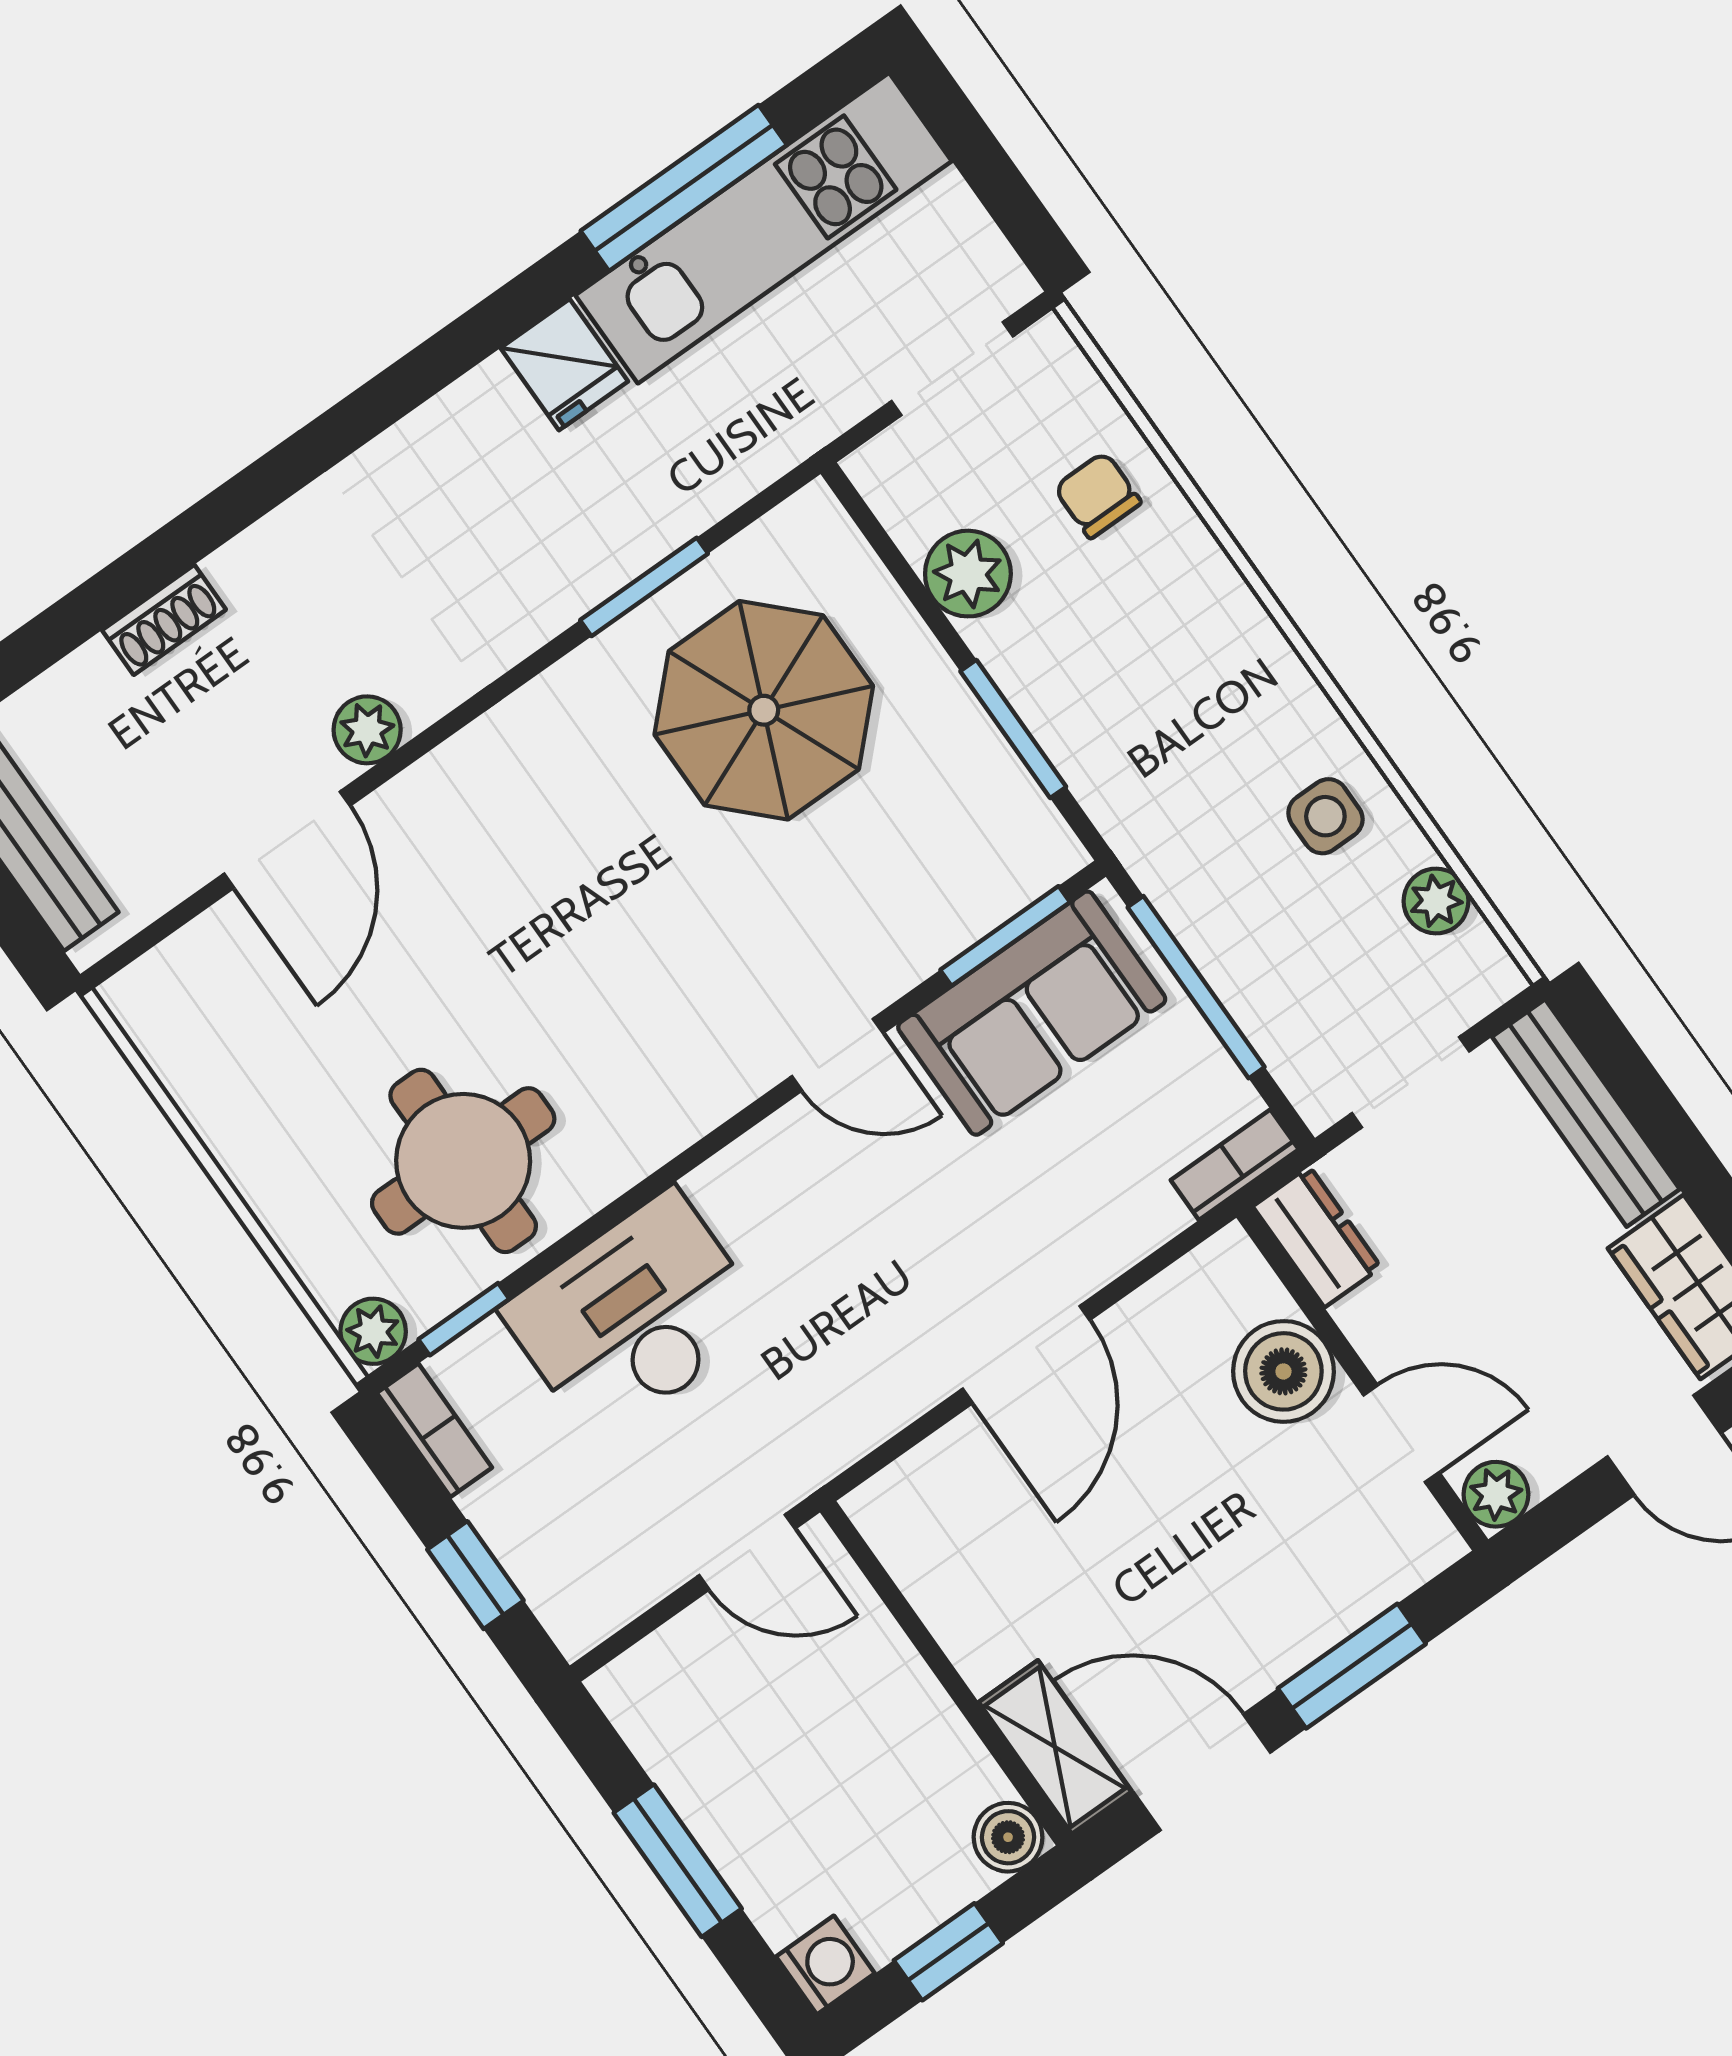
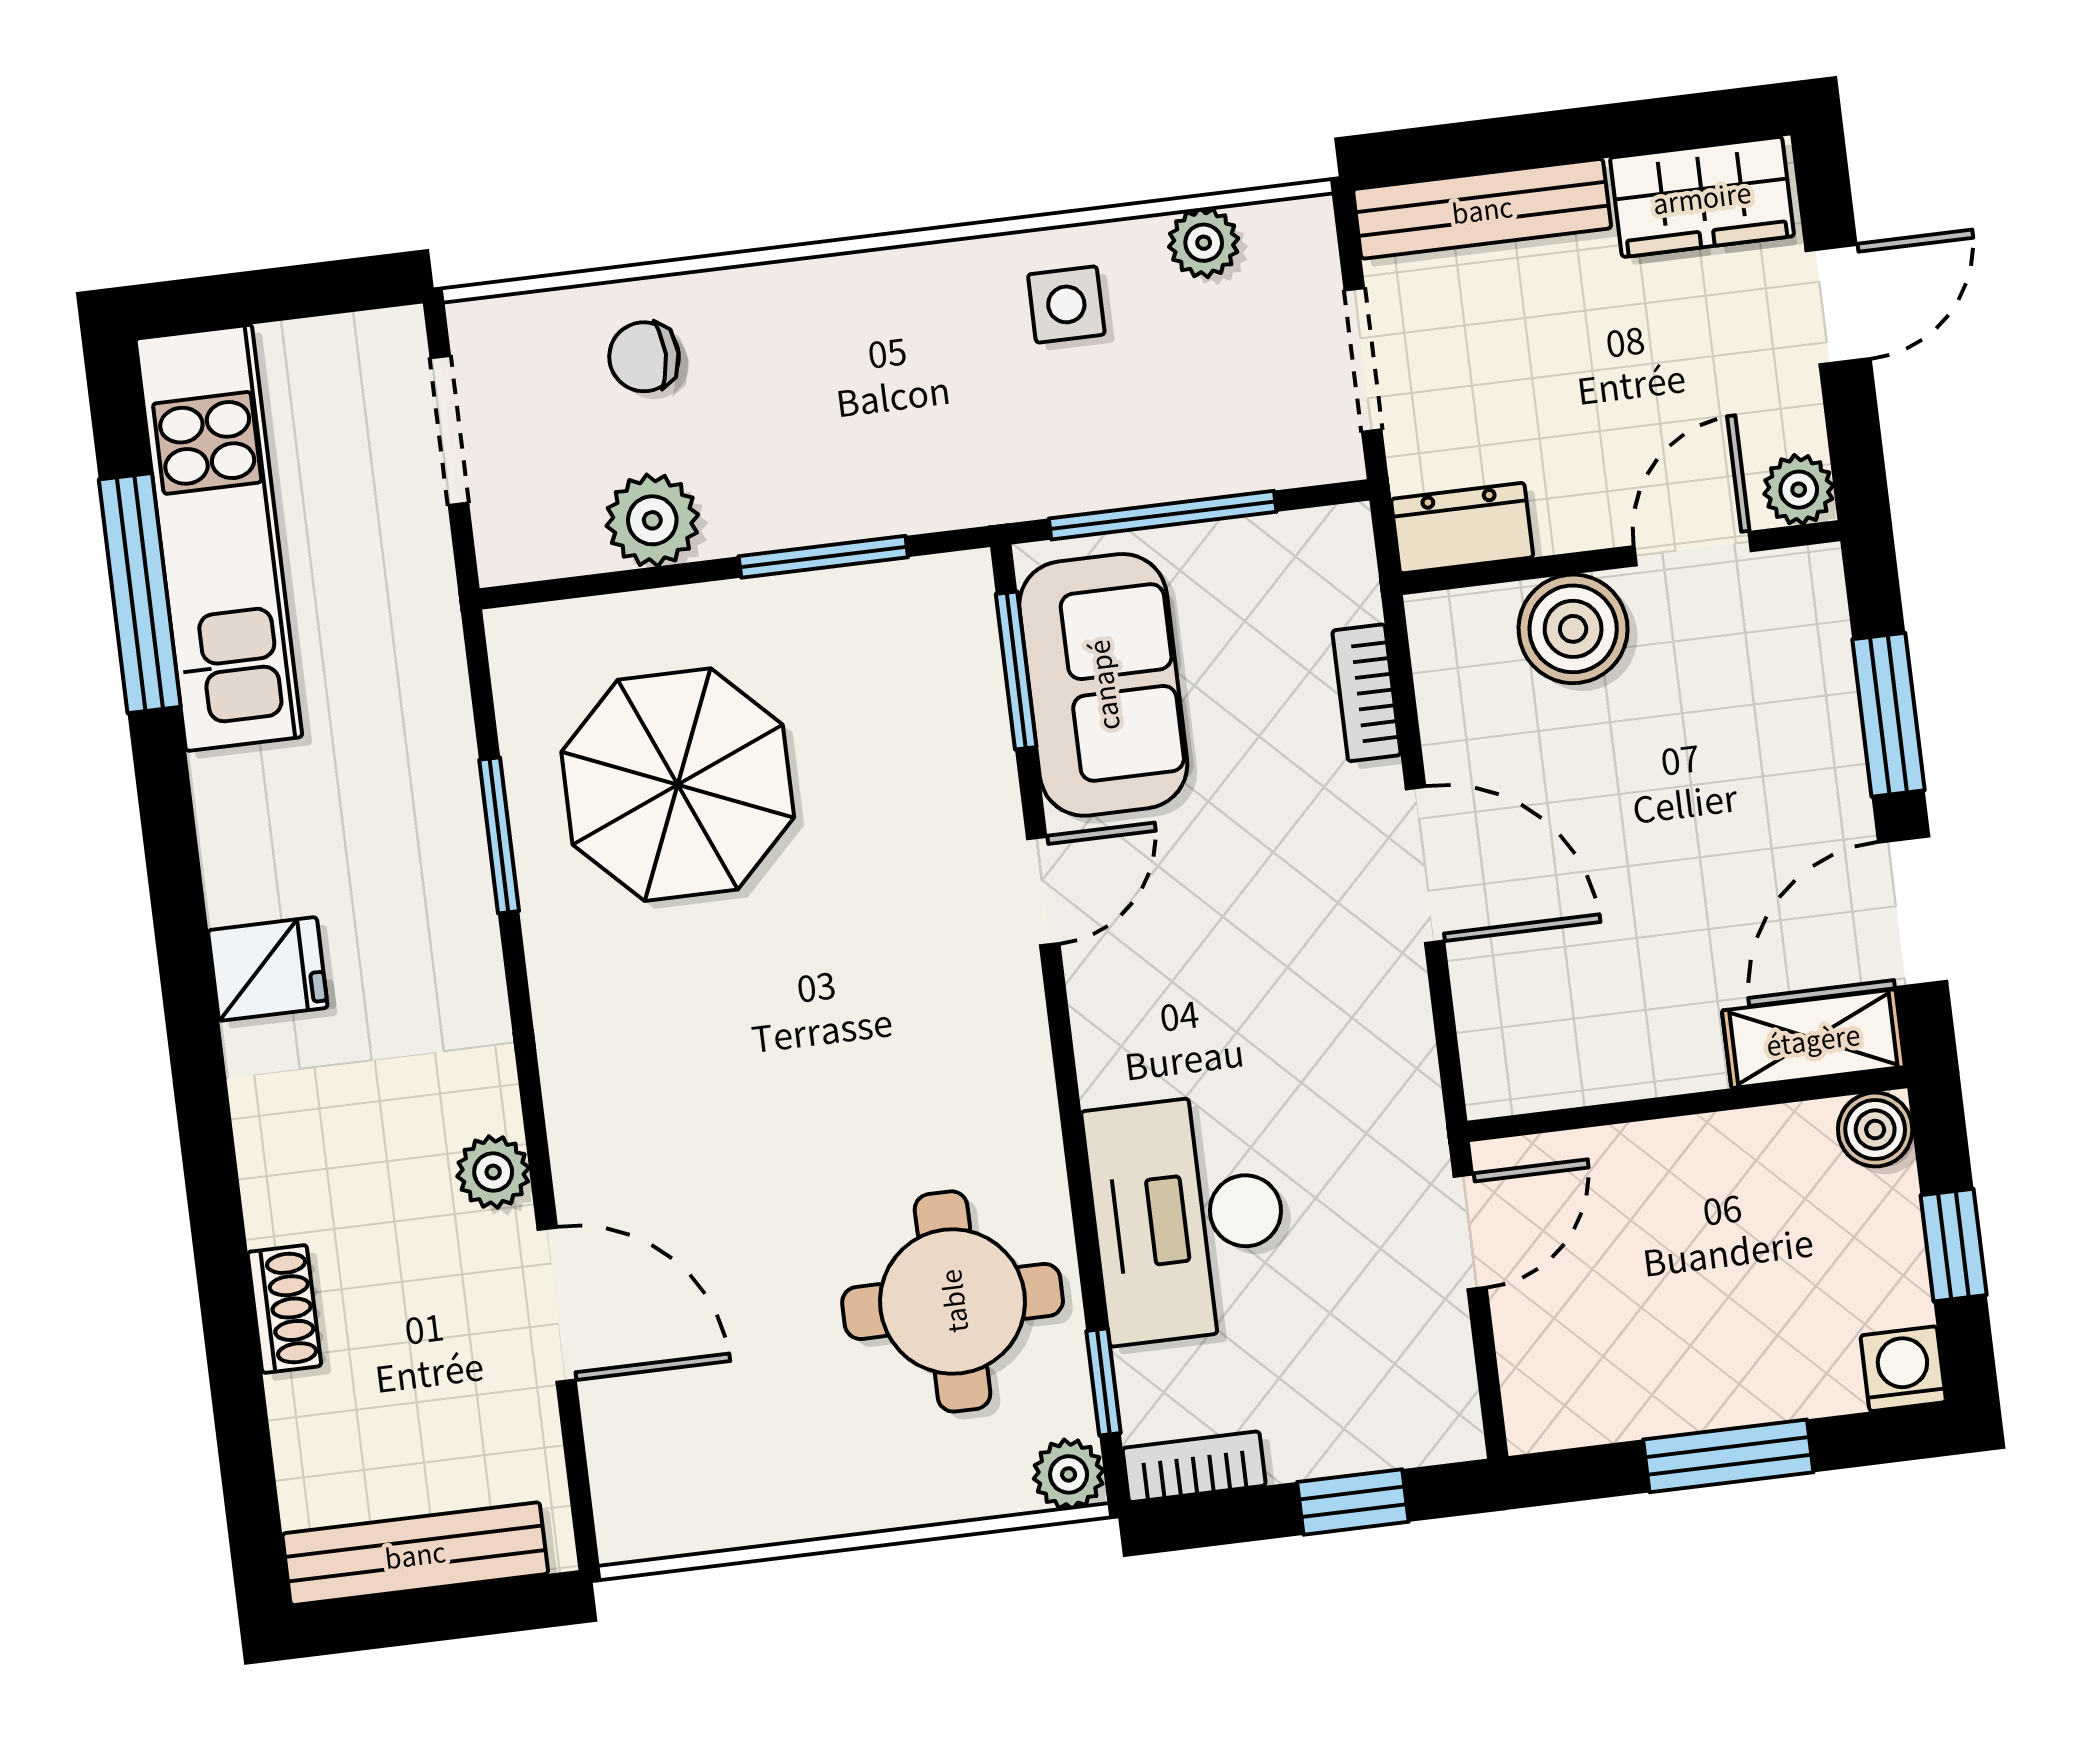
fridge: (564, 365) -> (268, 969), moved
bookcase: (1235, 1165) -> (1367, 693), moved

